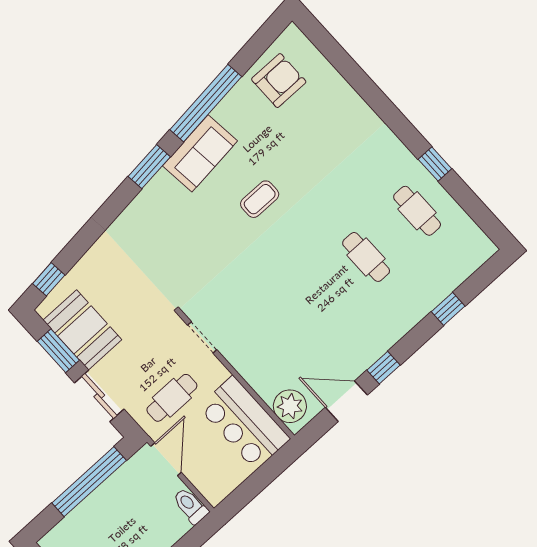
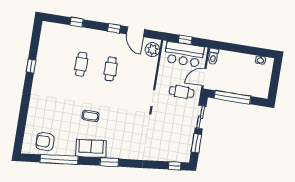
window: (206, 103) -> (59, 159), moved
cafe table: (417, 211) -> (111, 69), moved
booth: (82, 330) -> (183, 141), removed
bar counter: (244, 423) -> (184, 54), moved, turned 90
window: (260, 479) -> (185, 40), added

